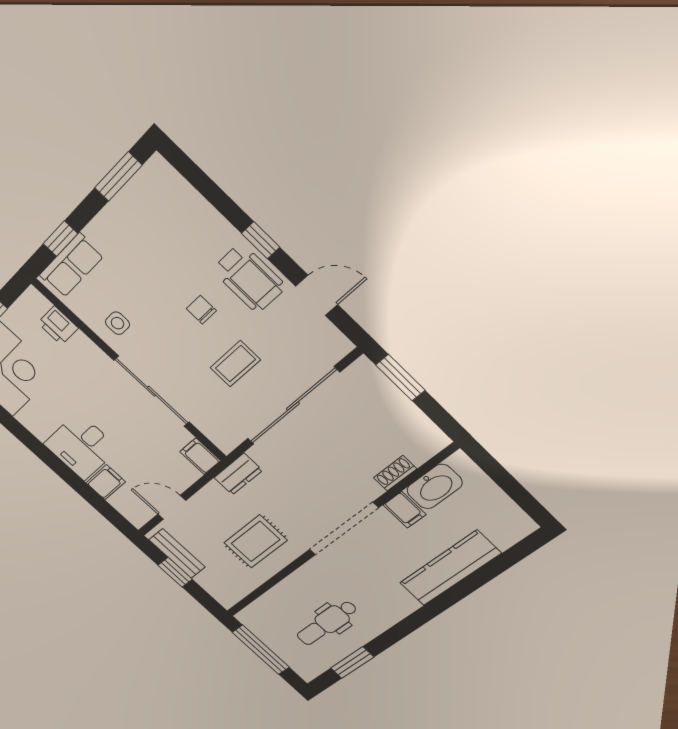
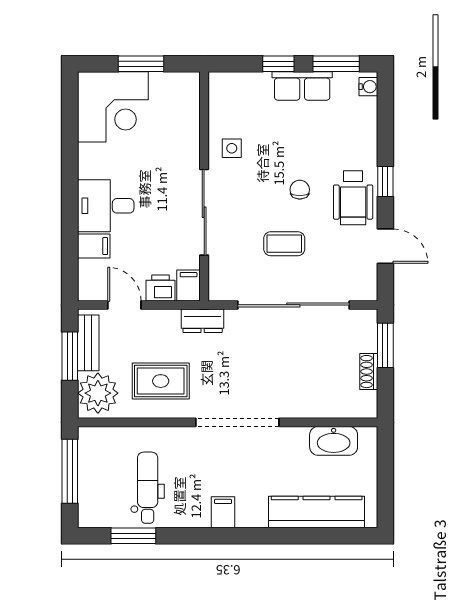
water cooler: (163, 171) -> (368, 87), added
window: (60, 239) -> (278, 64), moved
row of seats: (72, 266) -> (302, 86), moved
printer: (58, 325) -> (160, 288), moved, turned 90
shoe rack: (395, 473) -> (369, 372), moved, turned -90
filing cabinet: (405, 510) -> (223, 512), moved, turned 180
kitchen counter: (450, 568) -> (317, 512), moved
window: (175, 572) -> (70, 356), width x1.50
plant: (222, 583) -> (98, 393), added
dental chair: (327, 623) -> (148, 488), turned 90

